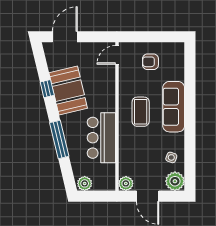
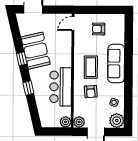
window: (47, 89) -> (22, 59), moved
window: (59, 140) -> (28, 88), width x0.46
armchair: (141, 144) -> (91, 92), added
plant: (85, 183) -> (65, 122), moved

